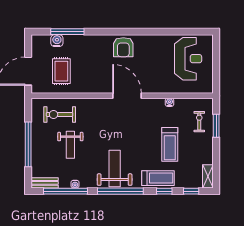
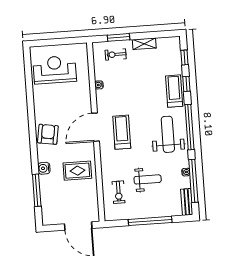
water cooler: (57, 41) -> (44, 168), moved
armchair: (123, 47) -> (48, 134), turned -81
rug: (61, 71) -> (77, 171), moved
exercise bike: (60, 114) -> (119, 192), width x0.73, depth x0.72
treadmill: (170, 144) -> (122, 132), moved, turned -90
weight bench: (115, 169) -> (168, 134), turned 90
shelving: (208, 176) -> (144, 44), moved

